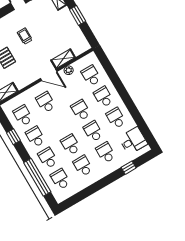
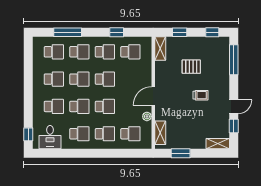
window: (78, 15) -> (181, 153), moved
shelving: (63, 59) -> (160, 133), moved
school desk: (46, 102) -> (105, 79), moved
window: (129, 168) -> (28, 134), moved
window: (37, 177) -> (68, 32), width x0.68

